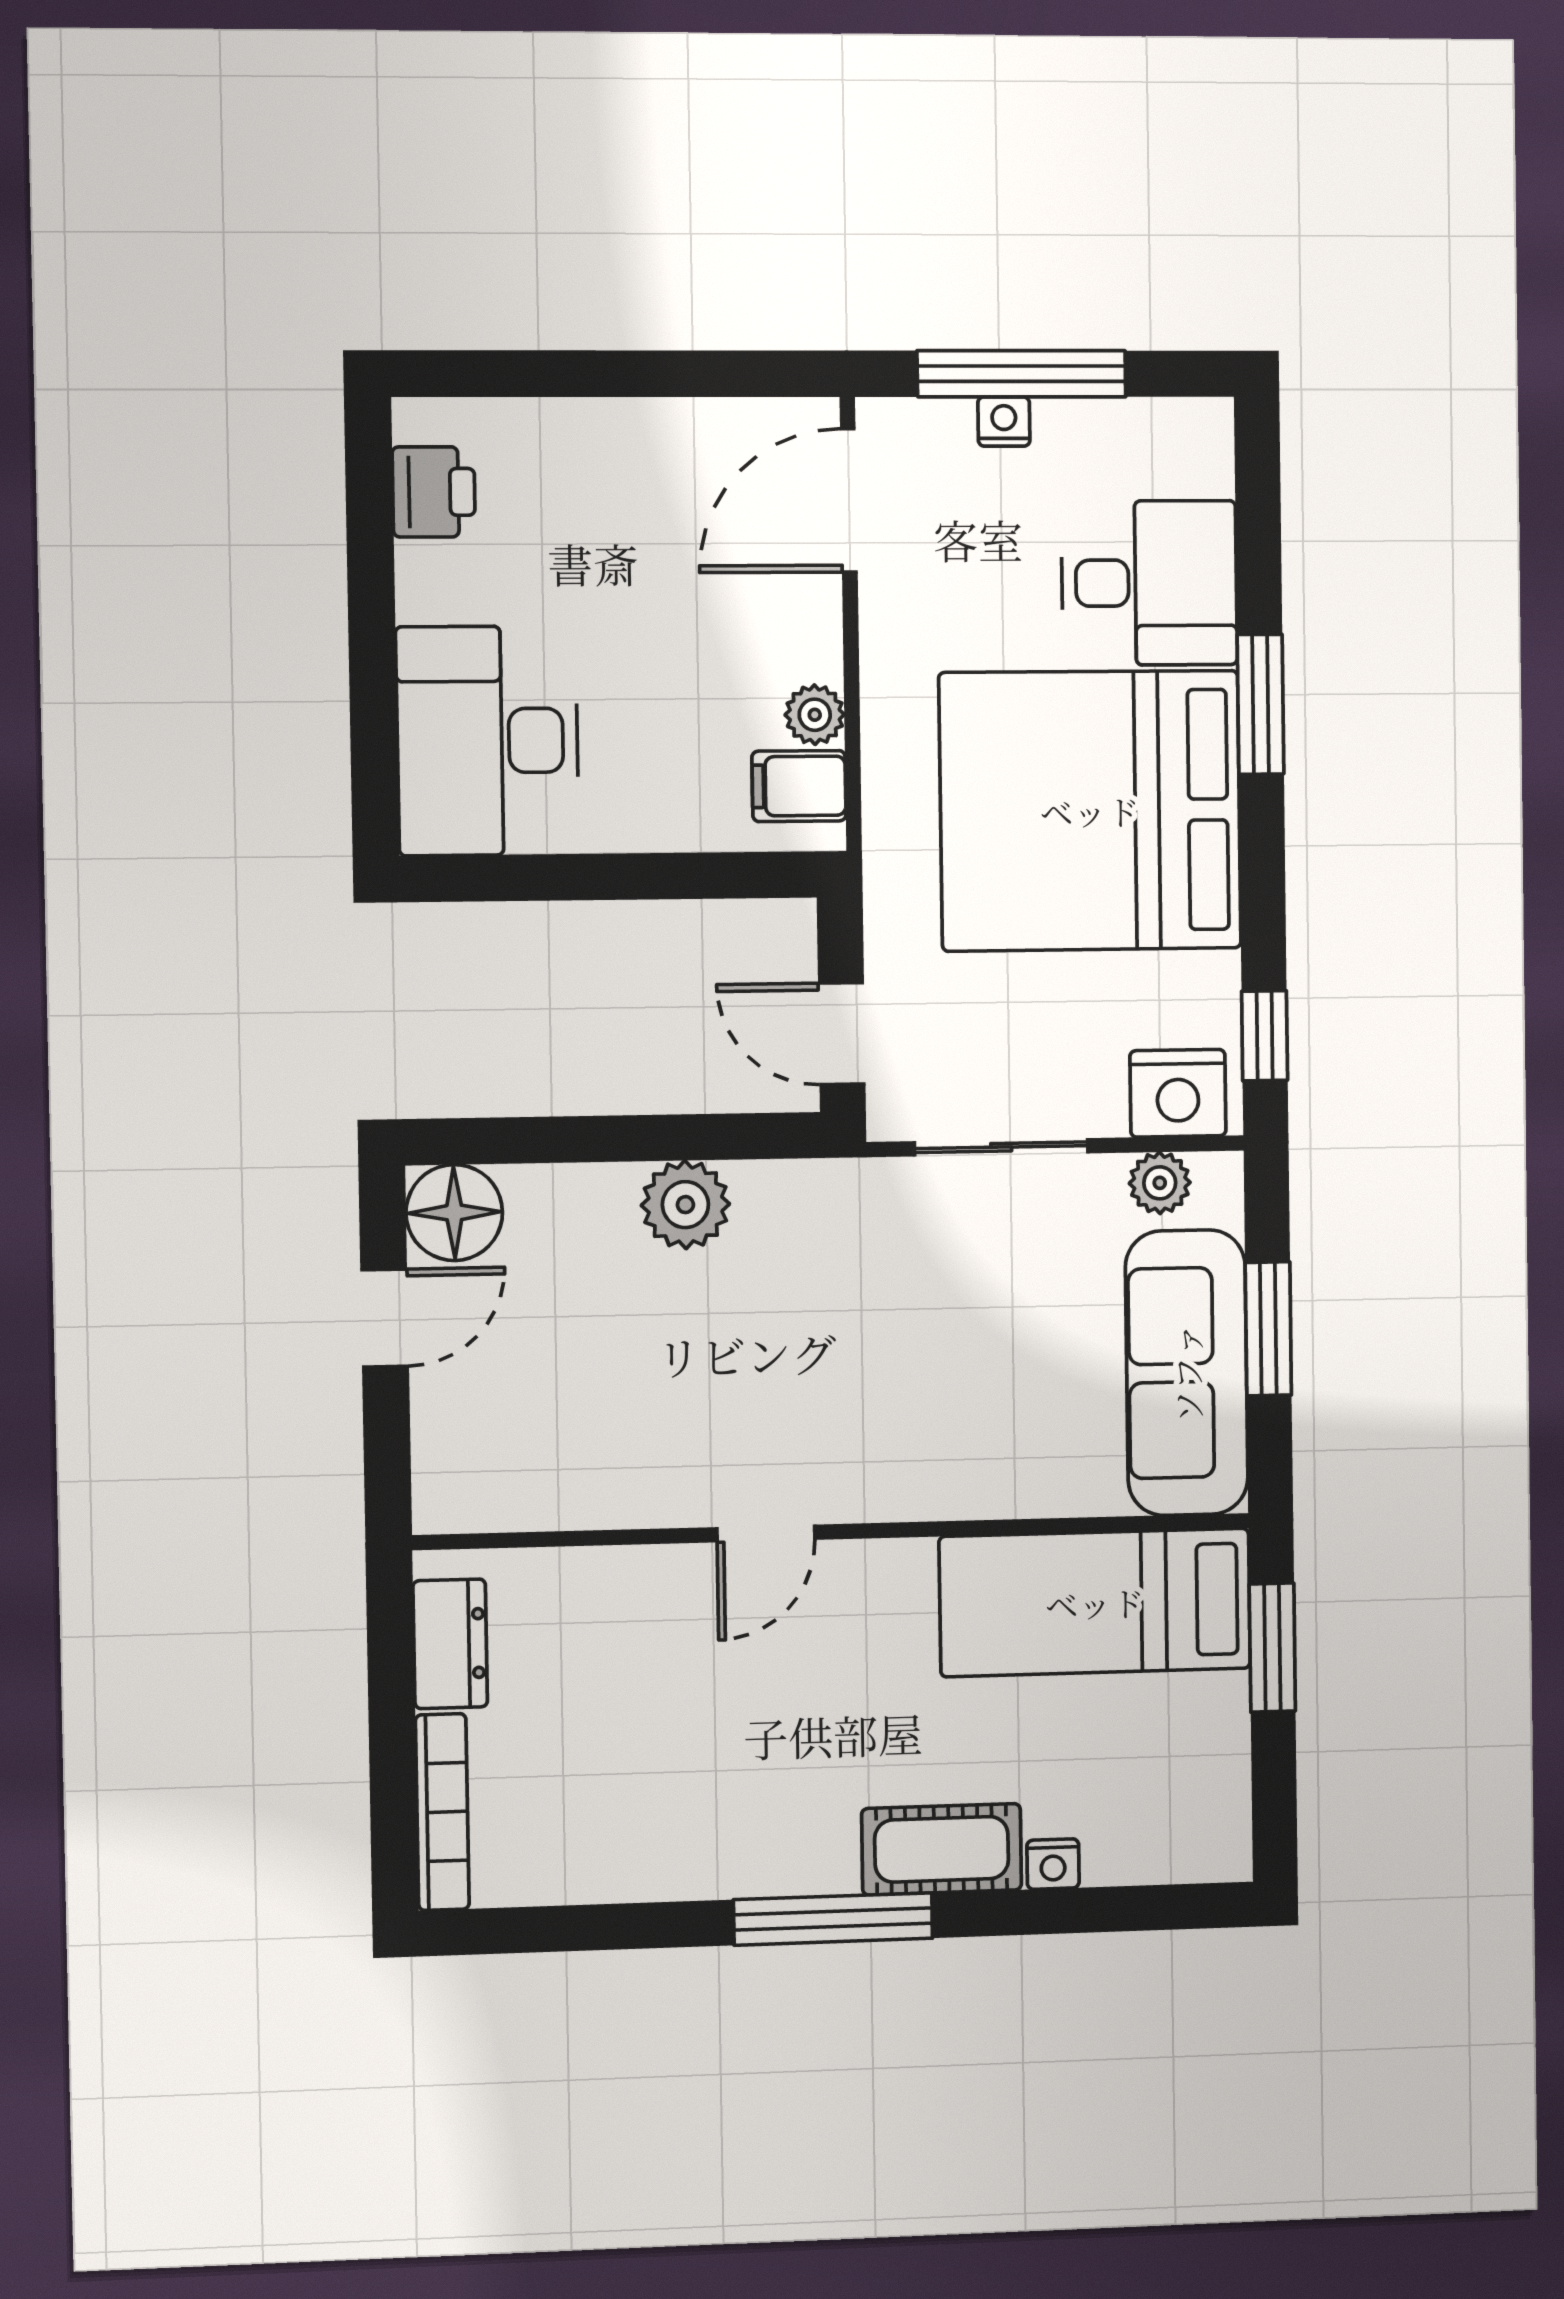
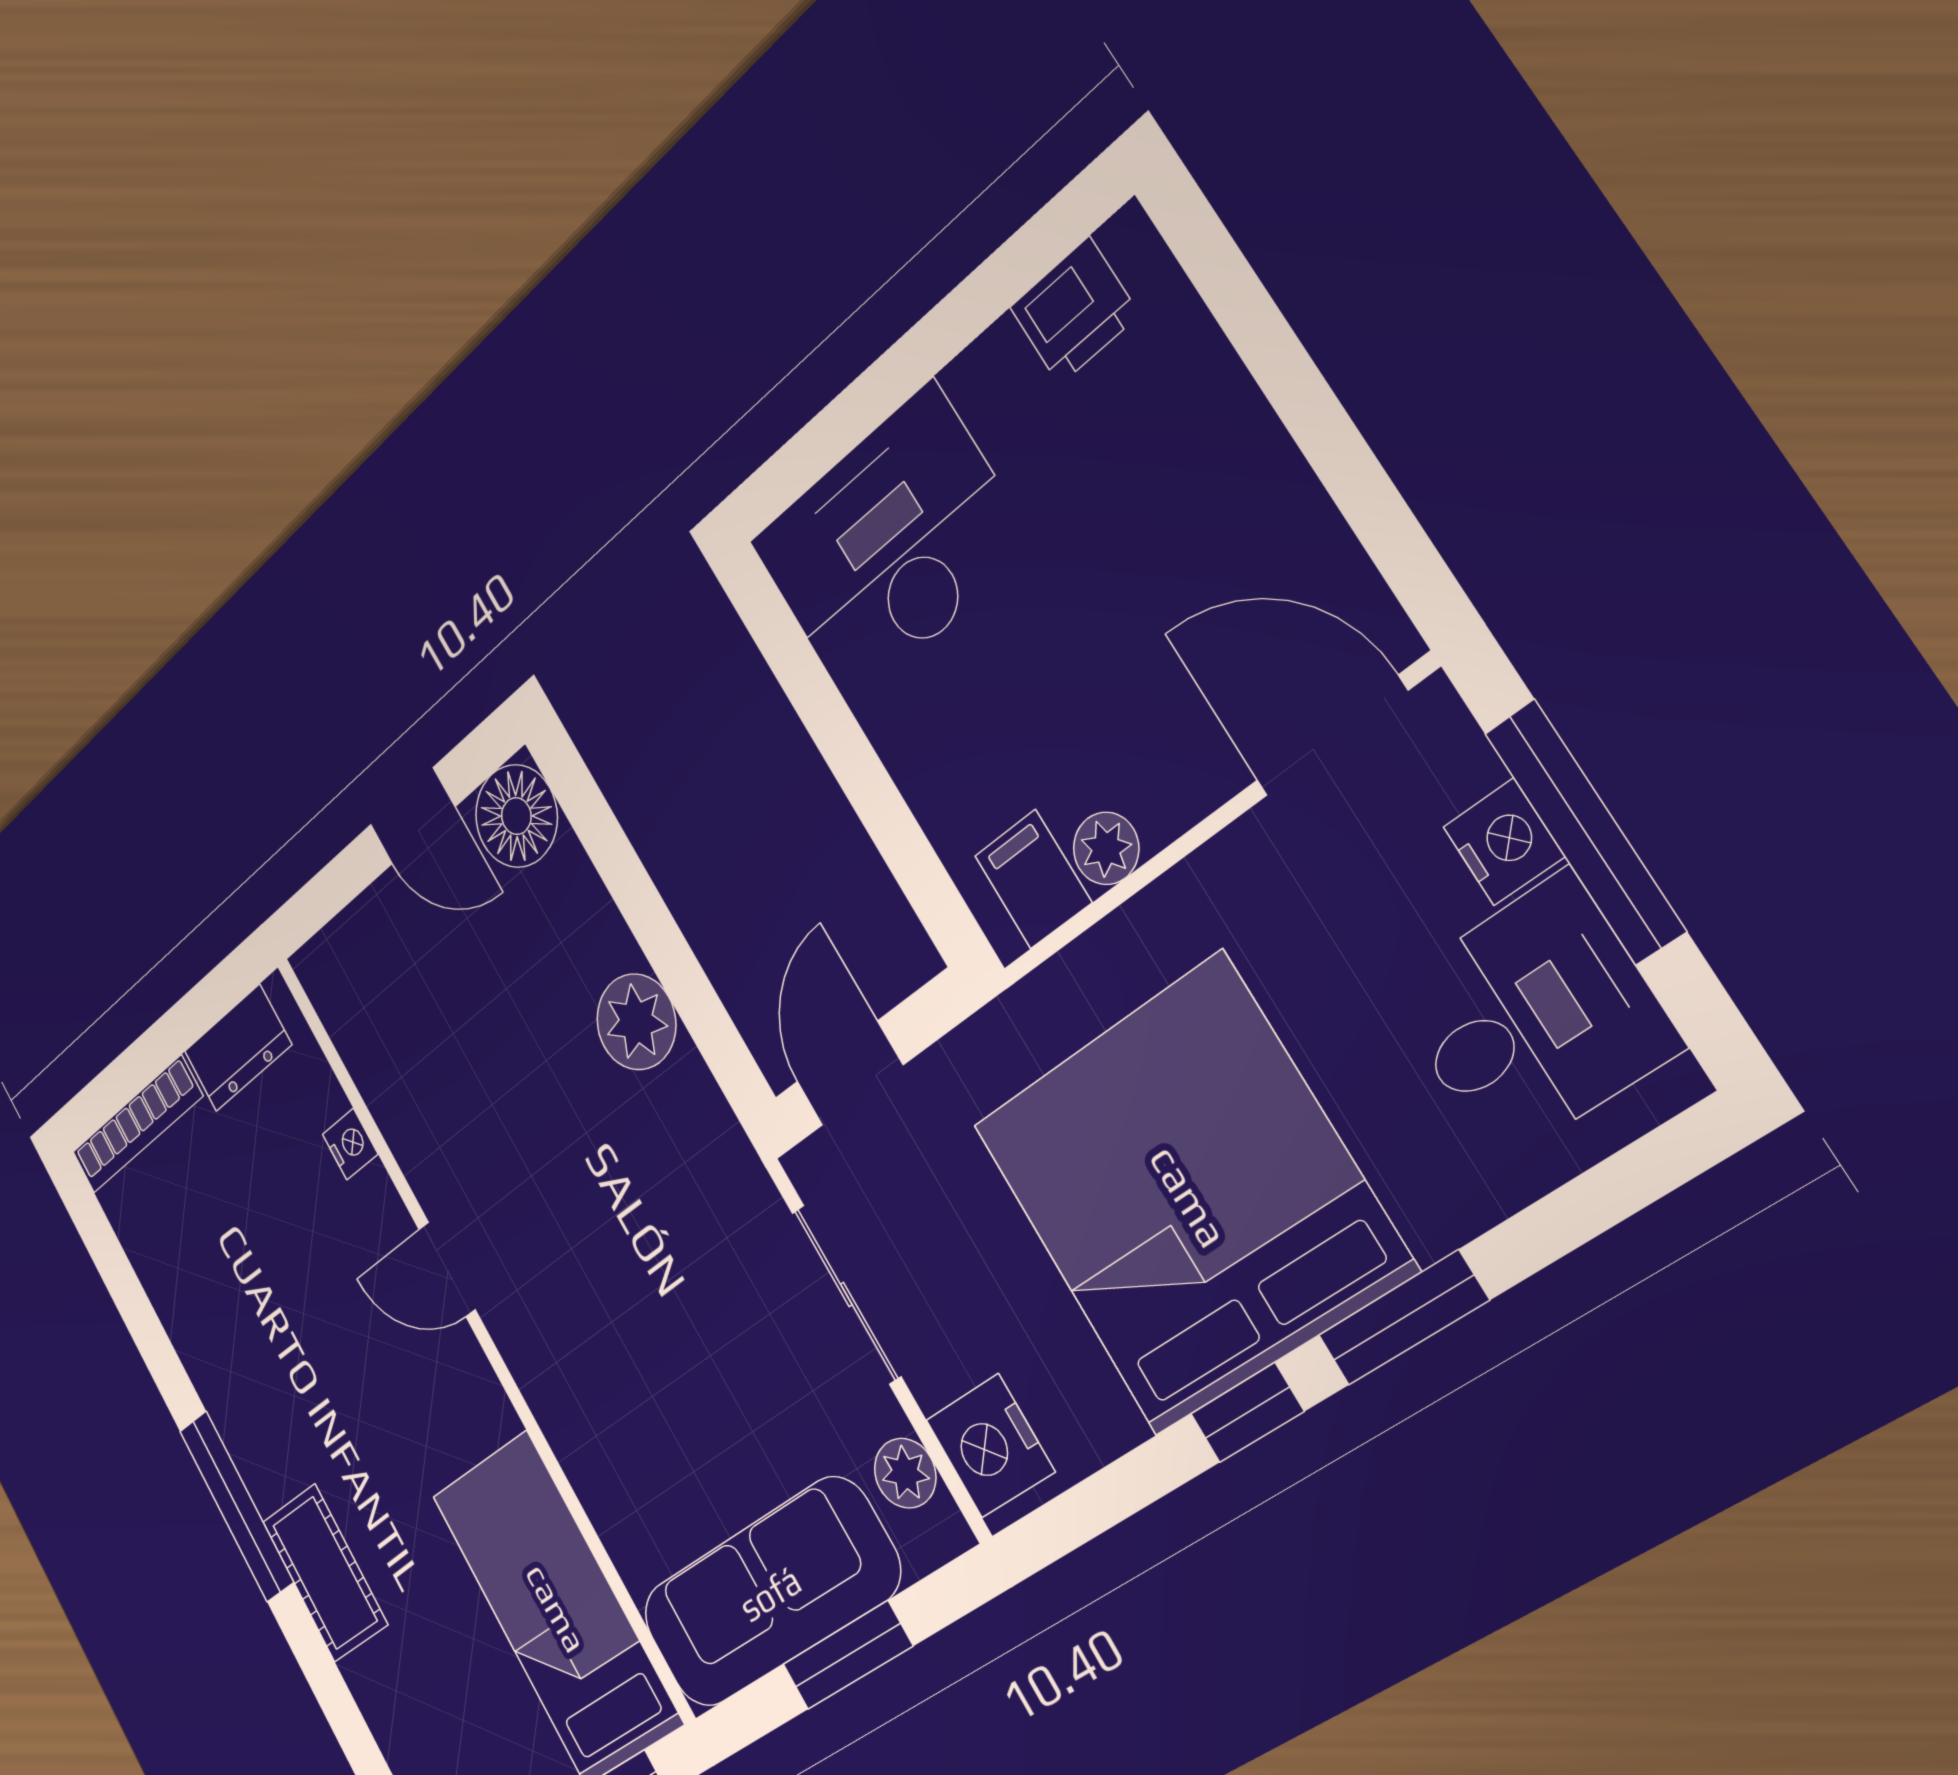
nightstand: (1004, 422) -> (1504, 842), width x1.39, depth x1.35
desk: (1149, 583) -> (1533, 1018), moved, turned -90
window: (1265, 1036) -> (1247, 1413), moved
nightstand: (1053, 1864) -> (350, 1144), moved, turned 180

